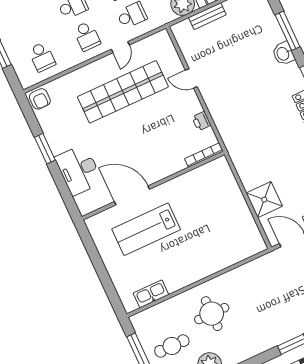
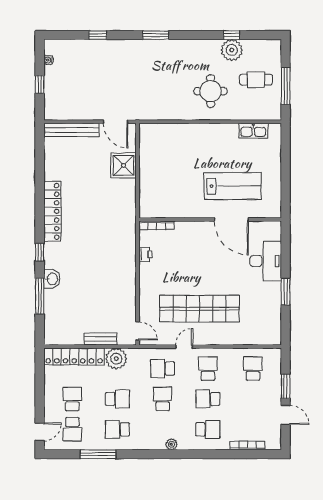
door: (191, 78) -> (137, 331), moved
armchair: (40, 99) -> (271, 335), removed

